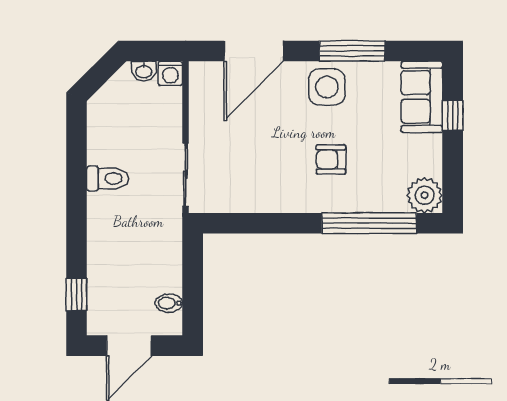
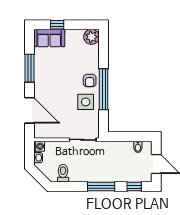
side table: (327, 87) -> (86, 102), moved
armchair: (331, 159) -> (90, 81), moved
toilet: (108, 178) -> (63, 173), moved
window: (76, 218) -> (101, 187), added
window: (369, 223) -> (104, 89), moved

